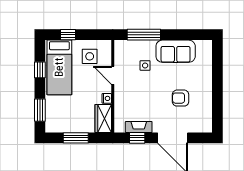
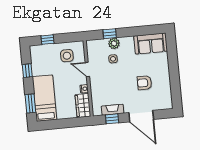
window: (144, 35) -> (110, 34), width x0.46
plant: (148, 47) -> (114, 43), added
sofa: (176, 51) -> (151, 44), moved
bed: (59, 67) -> (44, 98), moved, turned 180
window: (76, 138) -> (62, 124), removed

